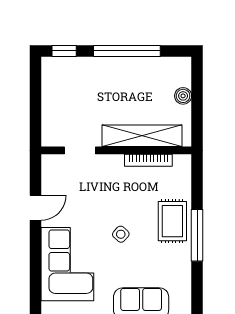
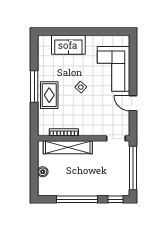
window: (36, 102) -> (133, 168), added
doorway: (80, 150) -> (116, 138), moved
door: (36, 208) -> (133, 103), hinge flipped

